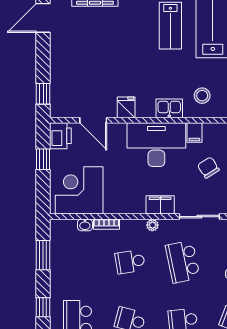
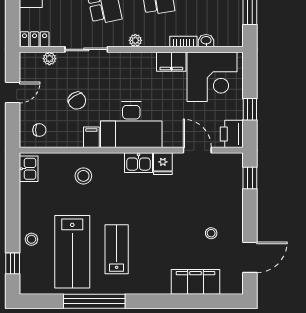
stool: (80, 41) -> (211, 233), added
kitchen sink: (169, 108) -> (139, 163), moved
filing cabinet: (160, 205) -> (171, 62), moved

